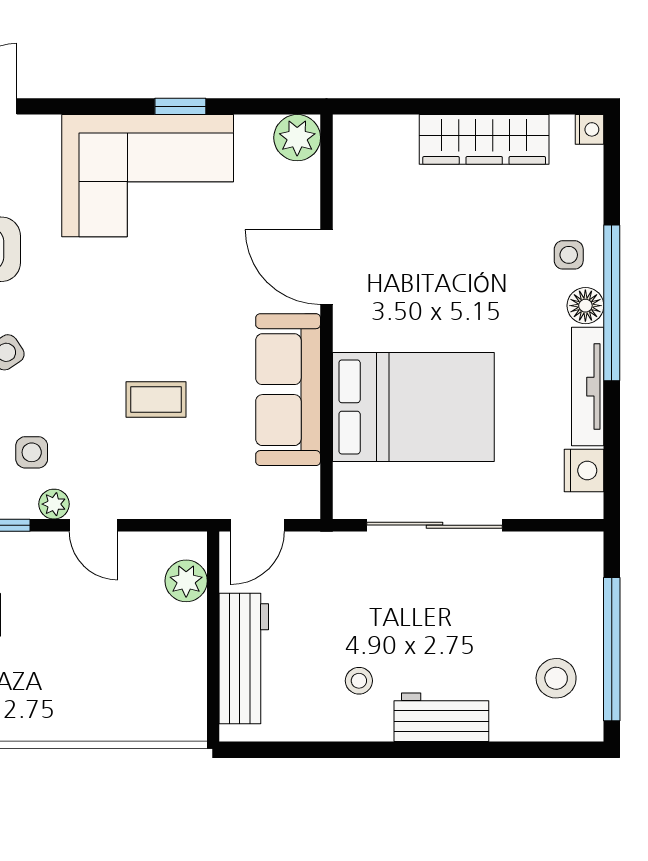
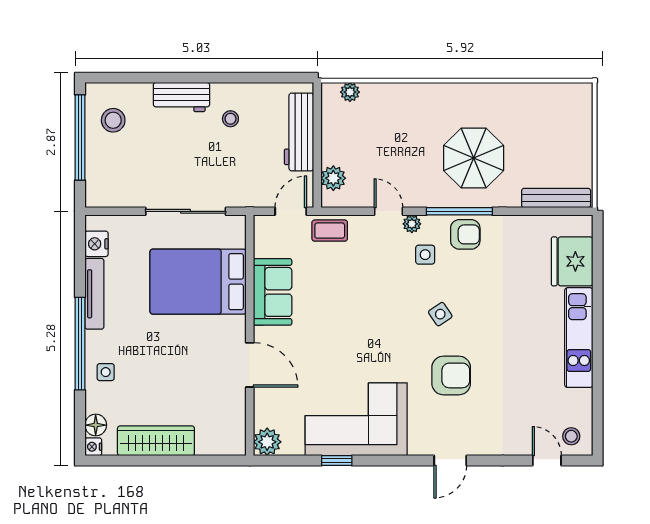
floor lamp: (585, 306) -> (96, 425), moved
sofa: (288, 390) -> (273, 292), width x0.73
coffee table: (156, 400) -> (330, 231), moved
plant: (158, 726) -> (350, 92), added

